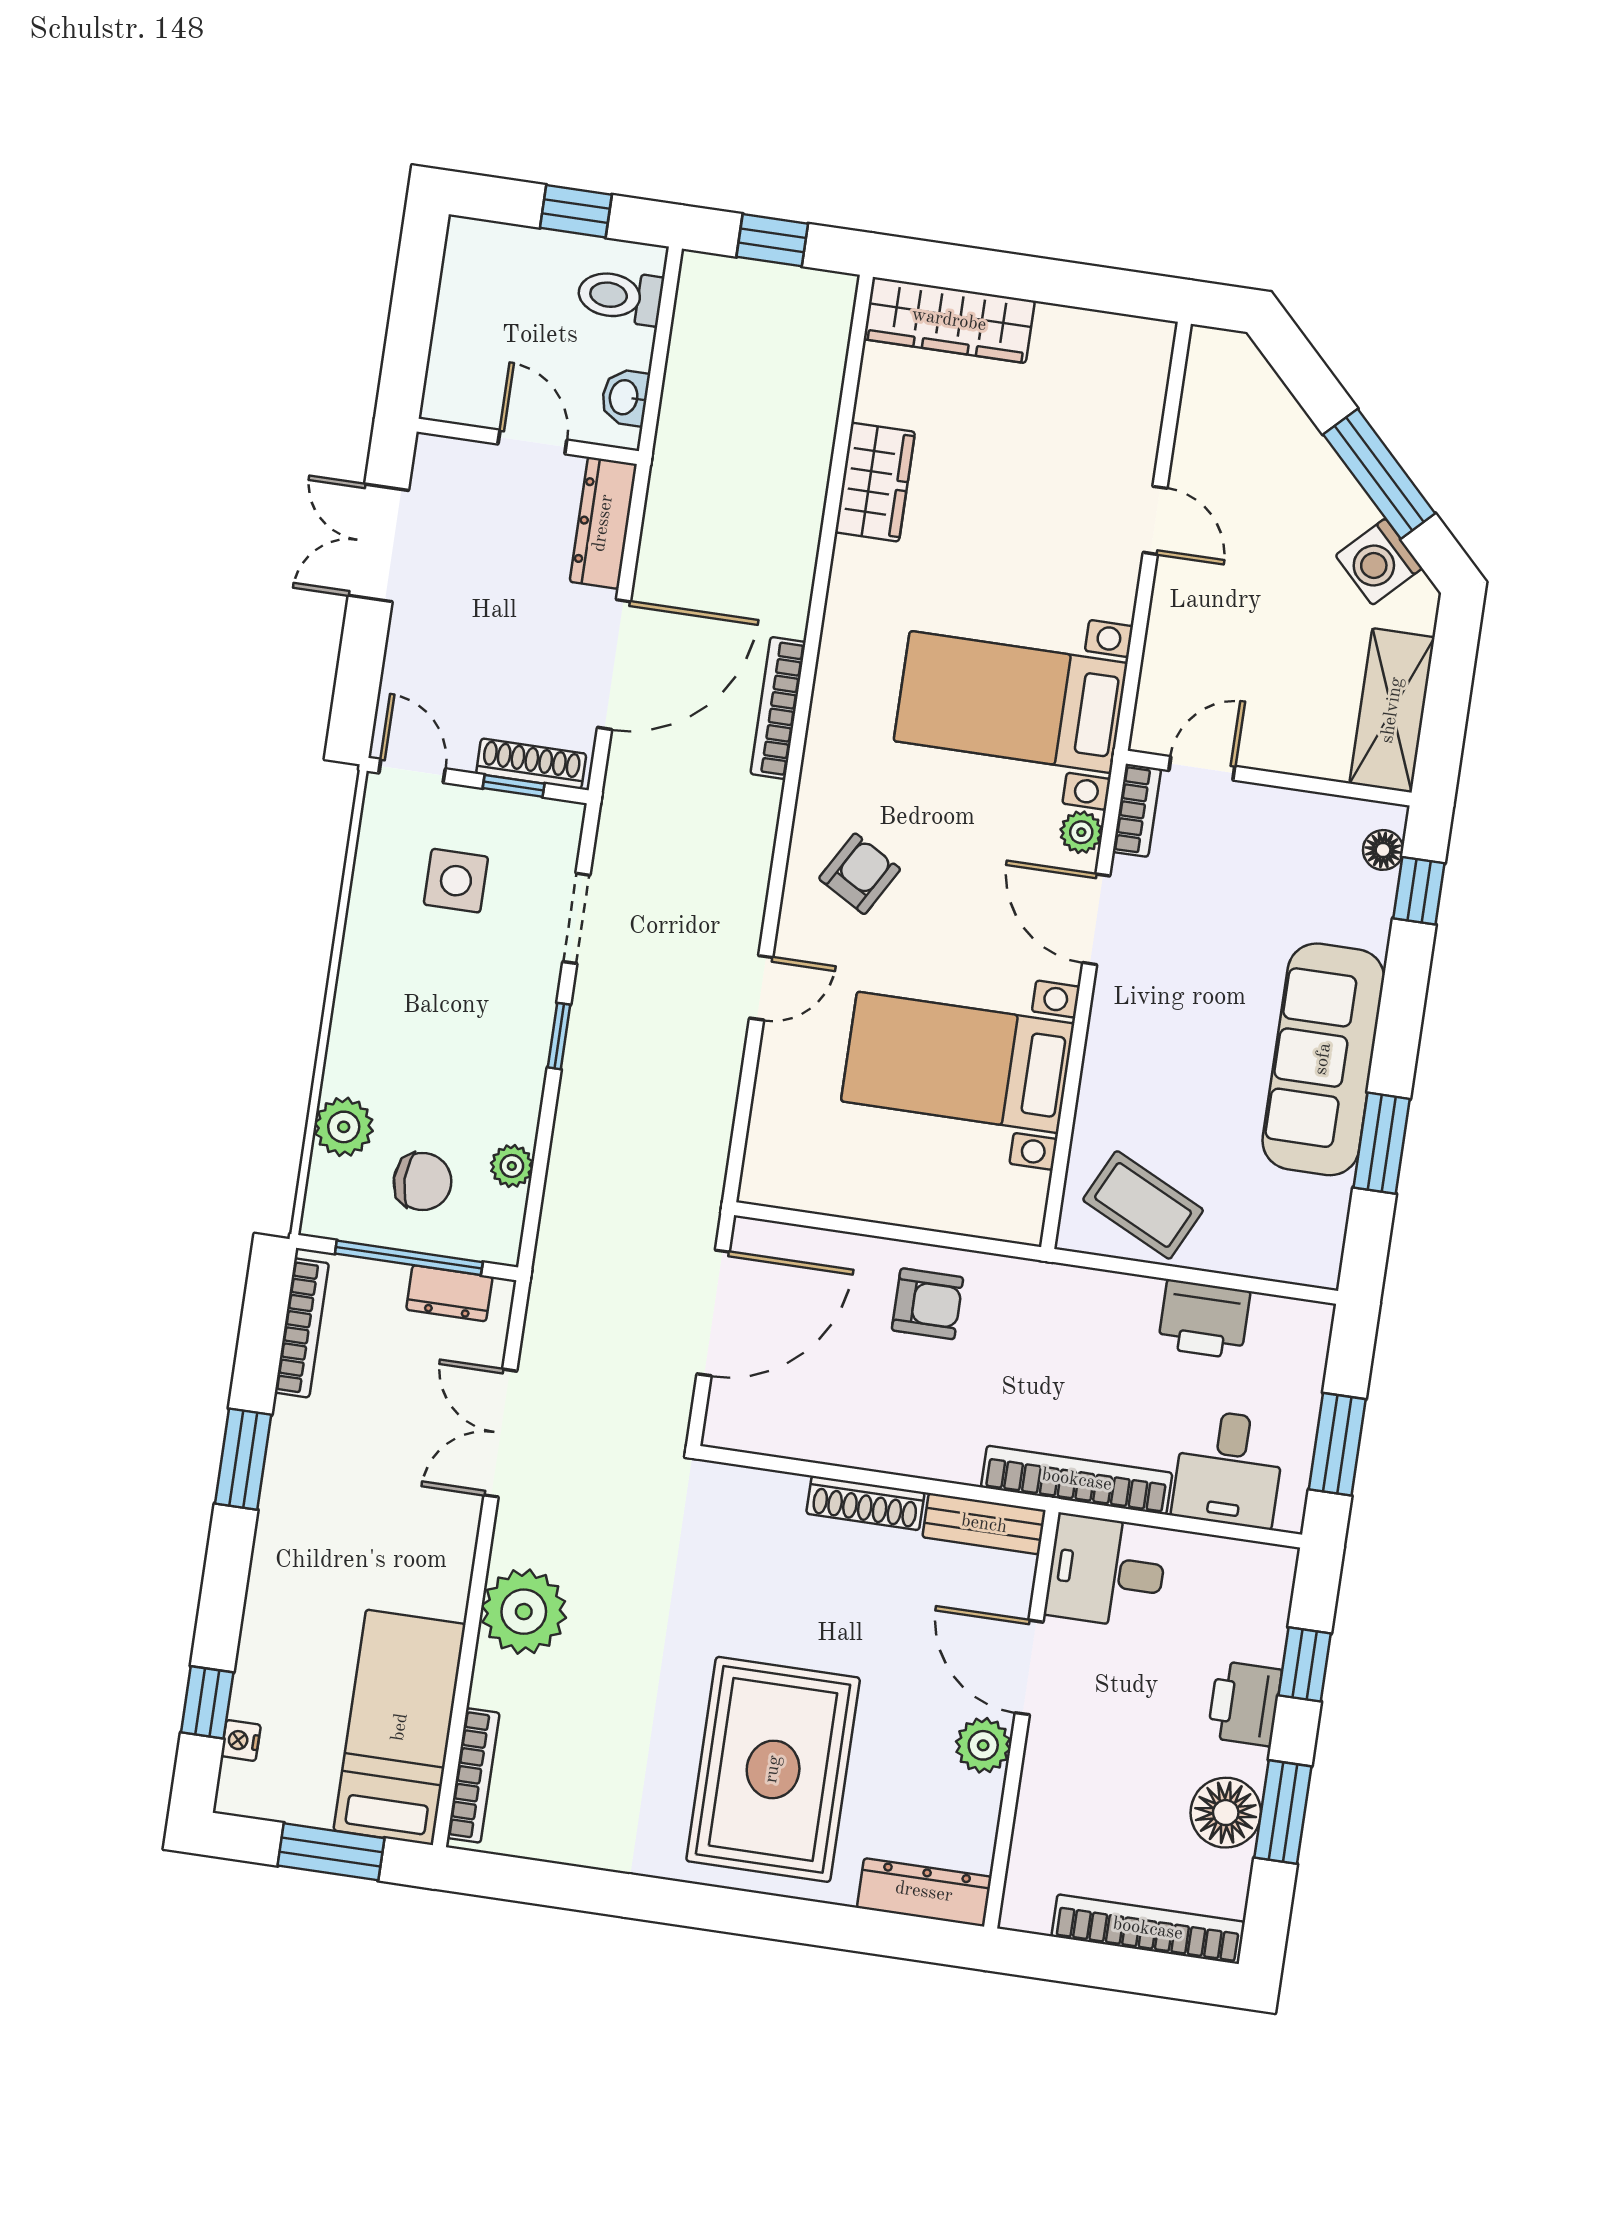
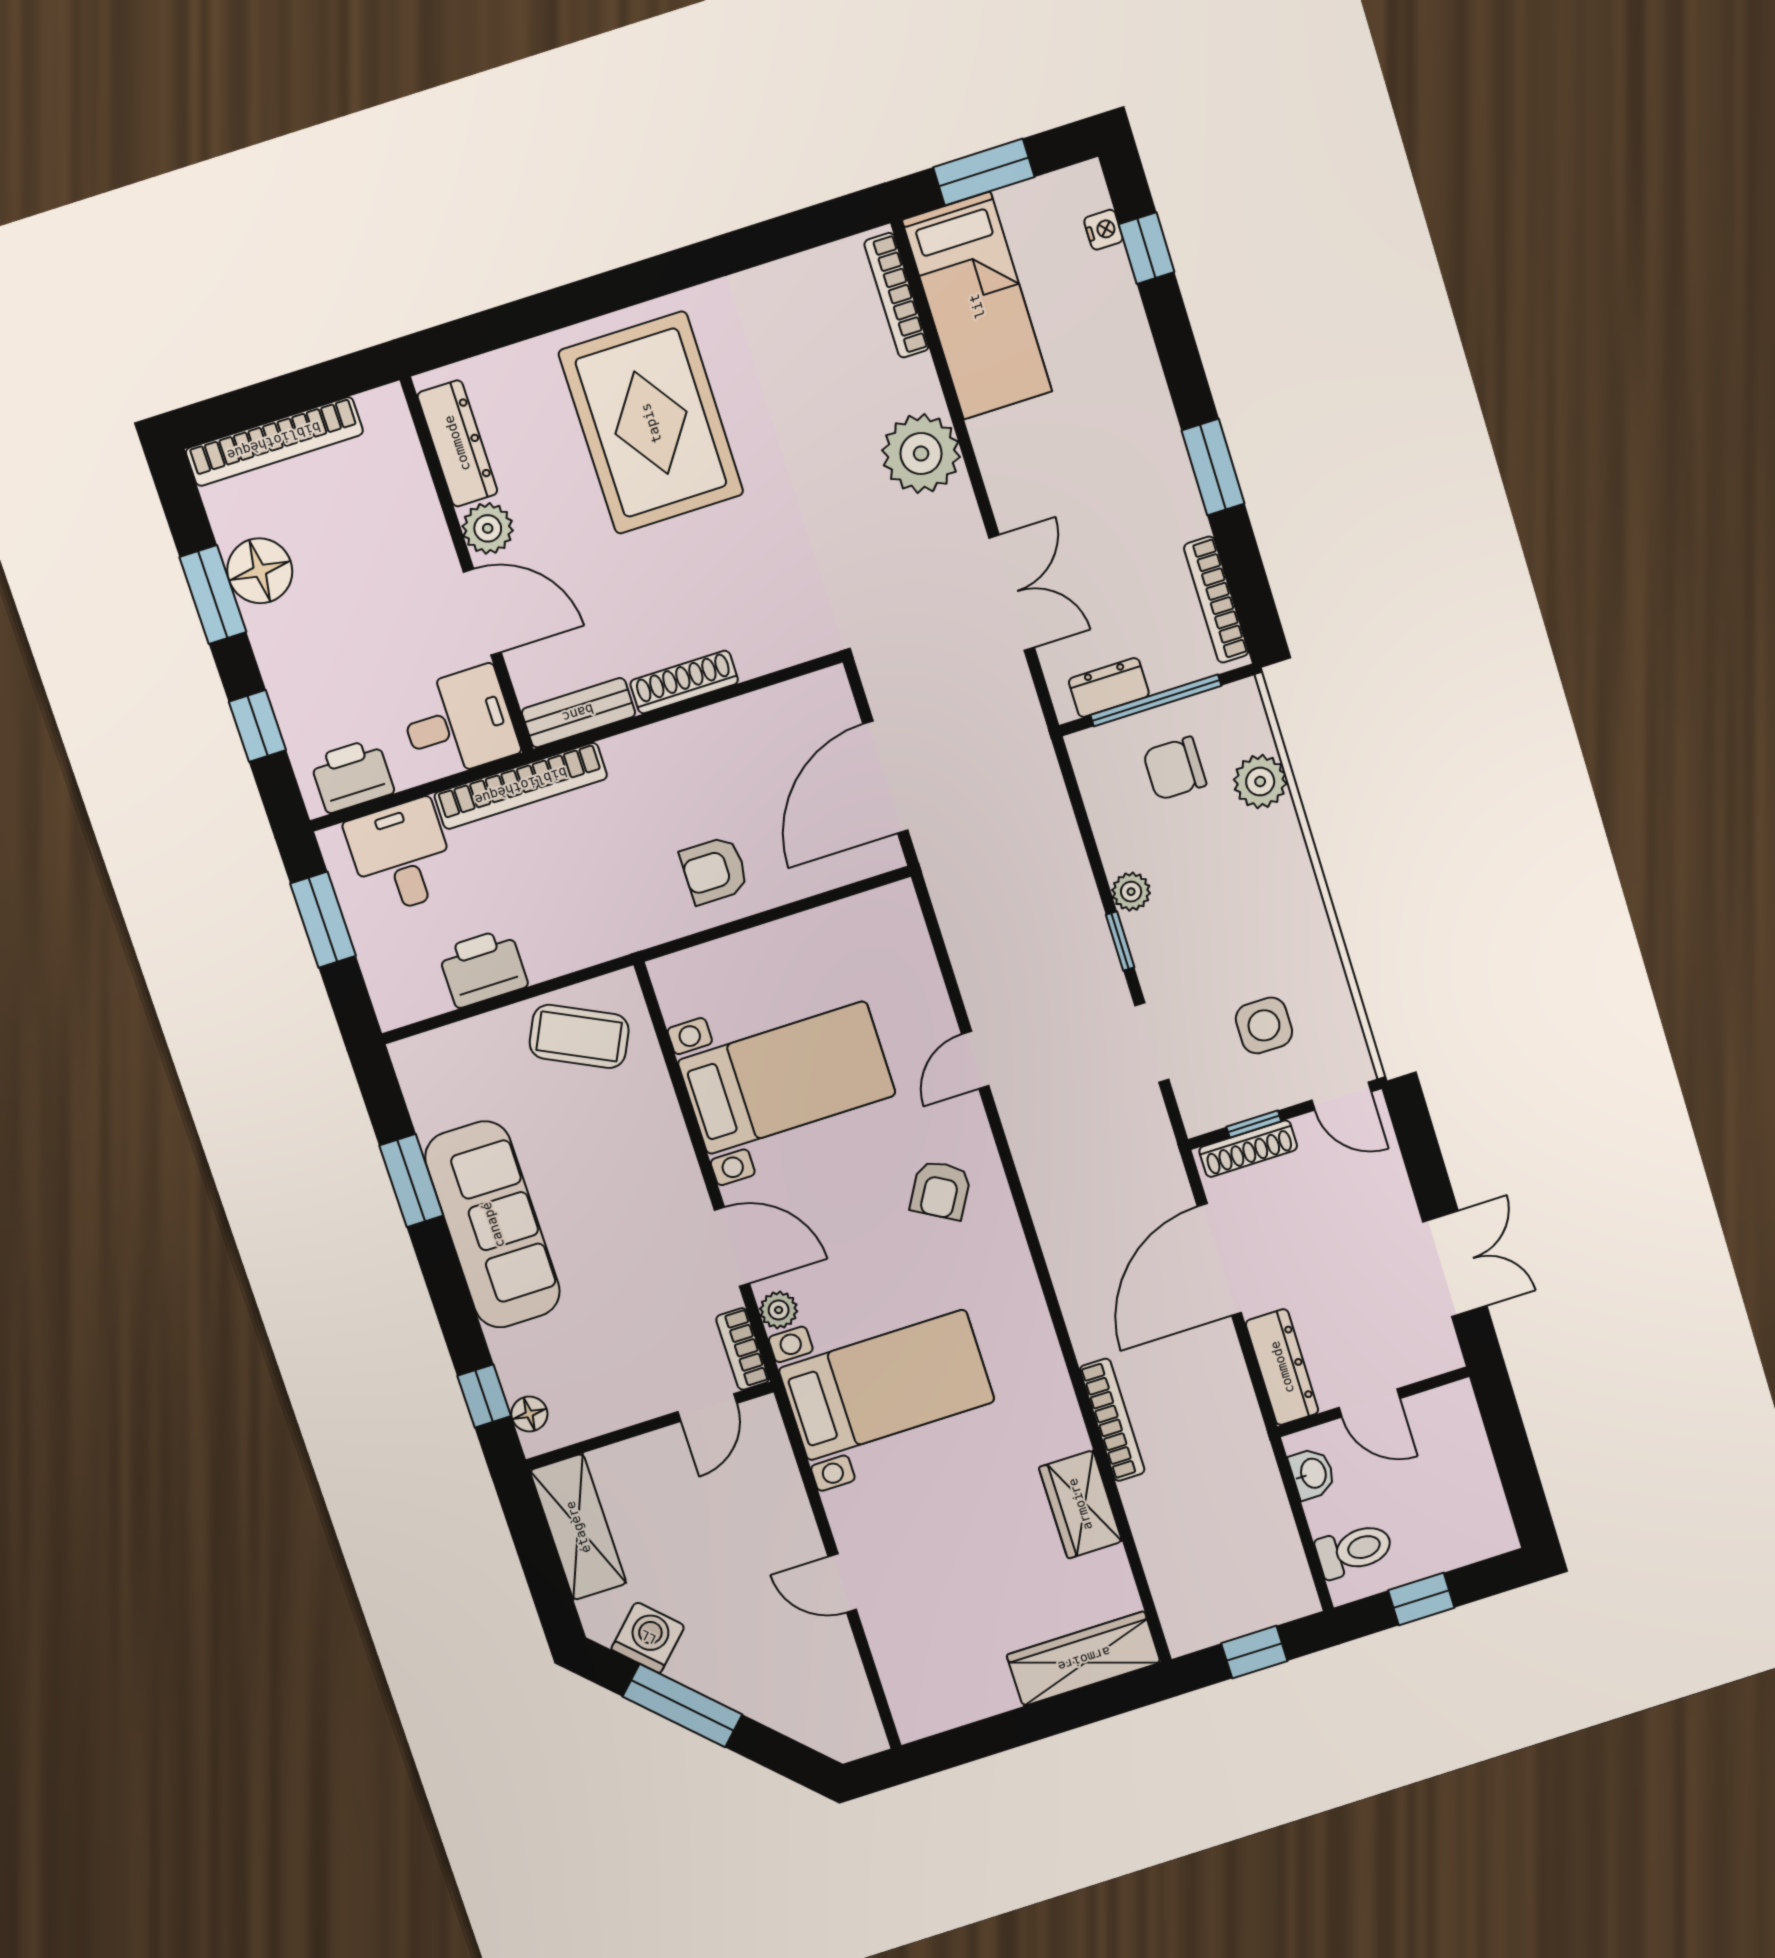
bookcase: (778, 708) -> (1112, 1420), moved
plant: (512, 1166) -> (1131, 892), moved
printer: (1245, 1704) -> (352, 776), moved, turned -90
dresser: (924, 1892) -> (457, 443), moved, turned -90

